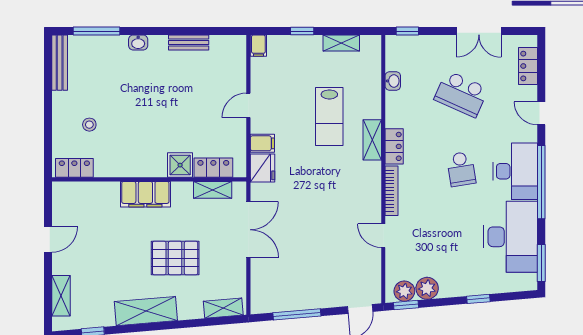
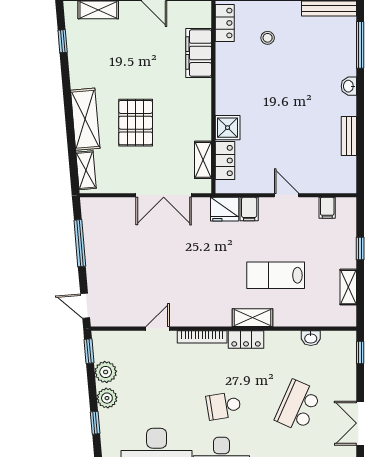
filing cabinet: (258, 46) -> (327, 208), moved, turned -90
filing cabinet: (145, 194) -> (199, 53), moved
plant: (404, 291) -> (107, 398), moved
shelving: (146, 311) -> (85, 119), moved

